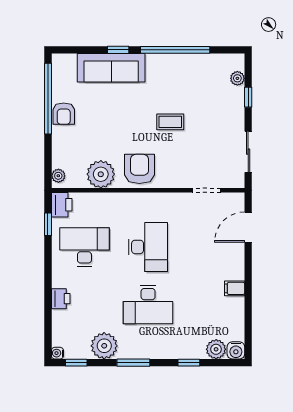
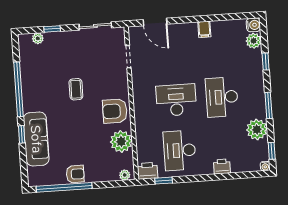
desk: (148, 305) -> (222, 97), turned 180

